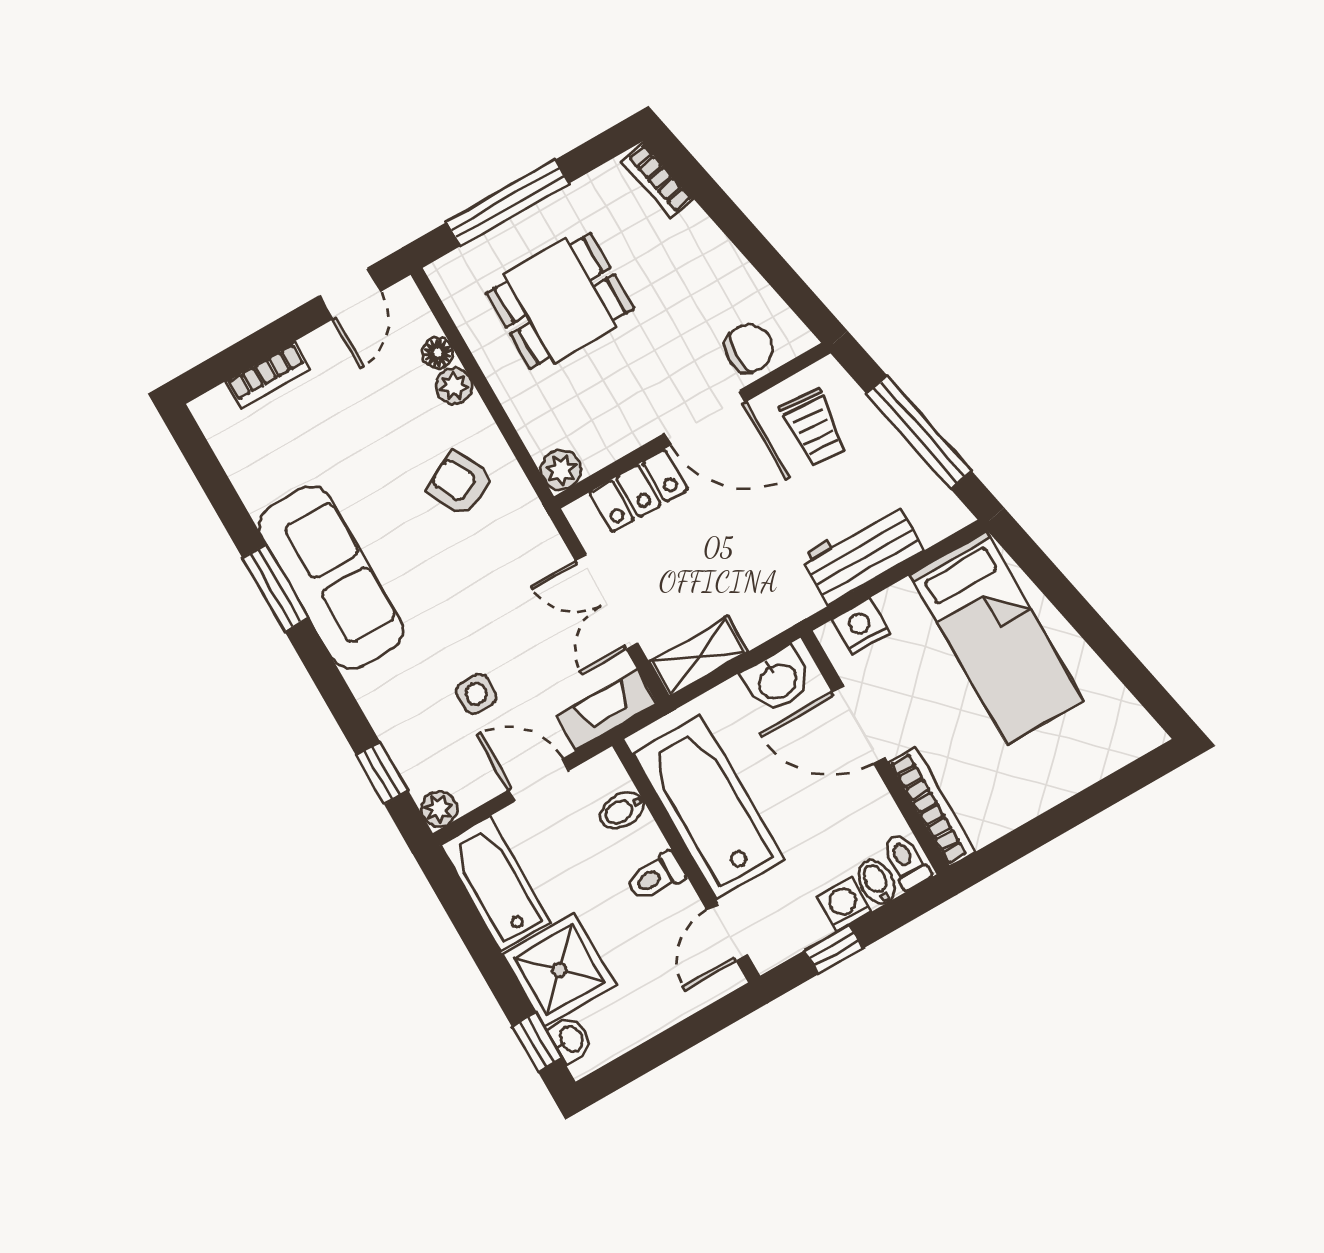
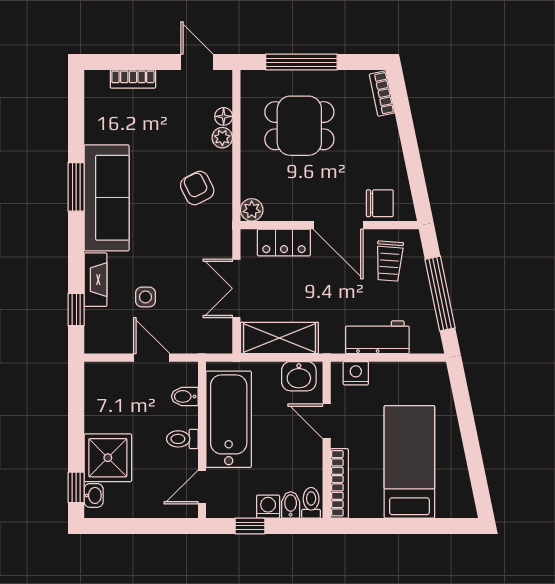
door: (350, 294) -> (197, 62), swing flipped
bed: (997, 638) -> (409, 462), moved, turned 180
shelving: (698, 657) -> (279, 338), width x1.50, depth x1.33
fireplace: (607, 710) -> (95, 280), moved, turned 90
door: (858, 724) -> (327, 421), width x0.73
plant: (439, 809) -> (94, 344), removed
bathtub: (495, 884) -> (101, 397), removed

